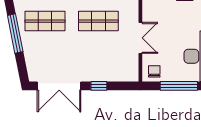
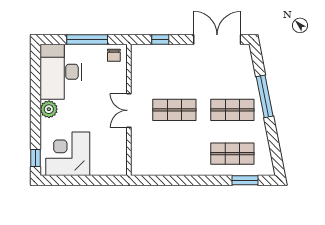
double door: (140, 38) -> (129, 110), moved
window: (99, 86) -> (160, 40), moved

